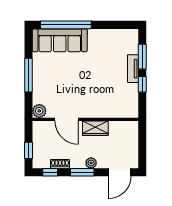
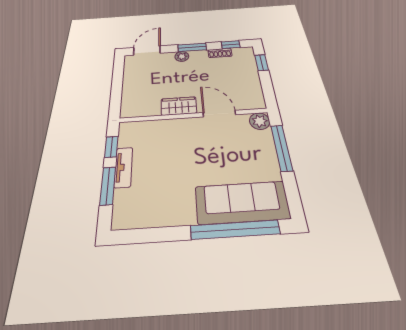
plant: (39, 111) -> (260, 121), moved
door: (67, 119) -> (219, 114), moved
wall: (85, 119) -> (193, 115), moved
wardrobe: (95, 128) -> (179, 106), moved

